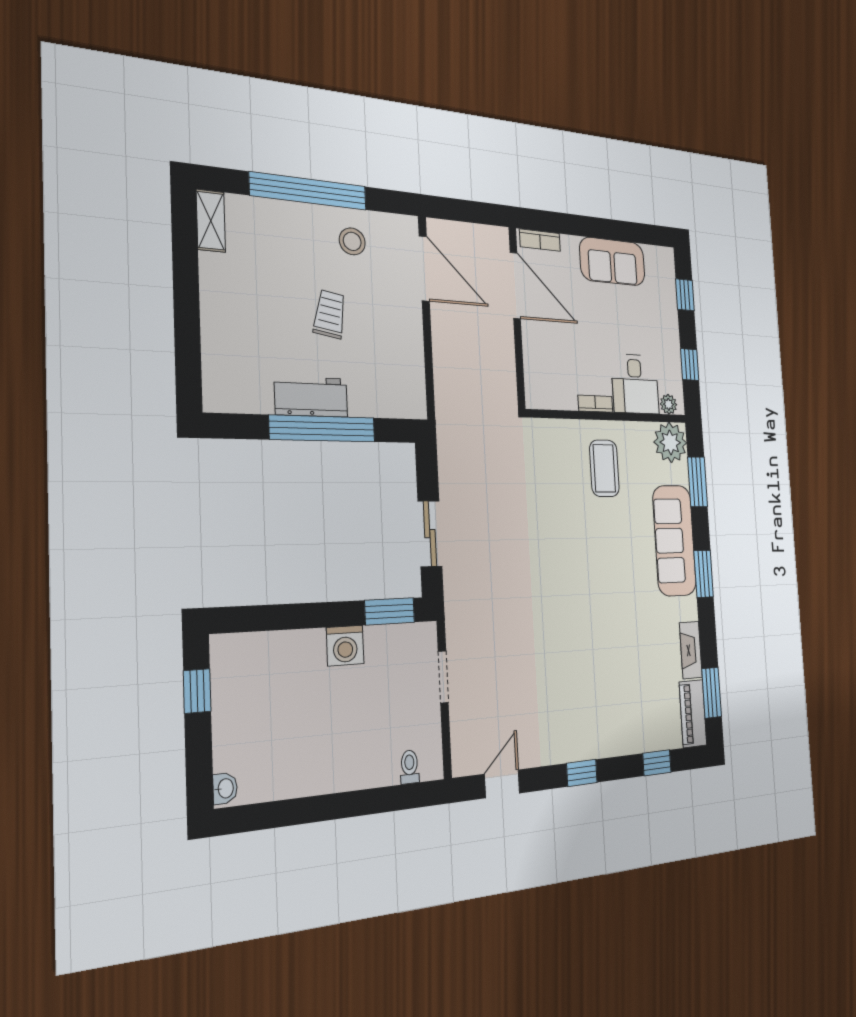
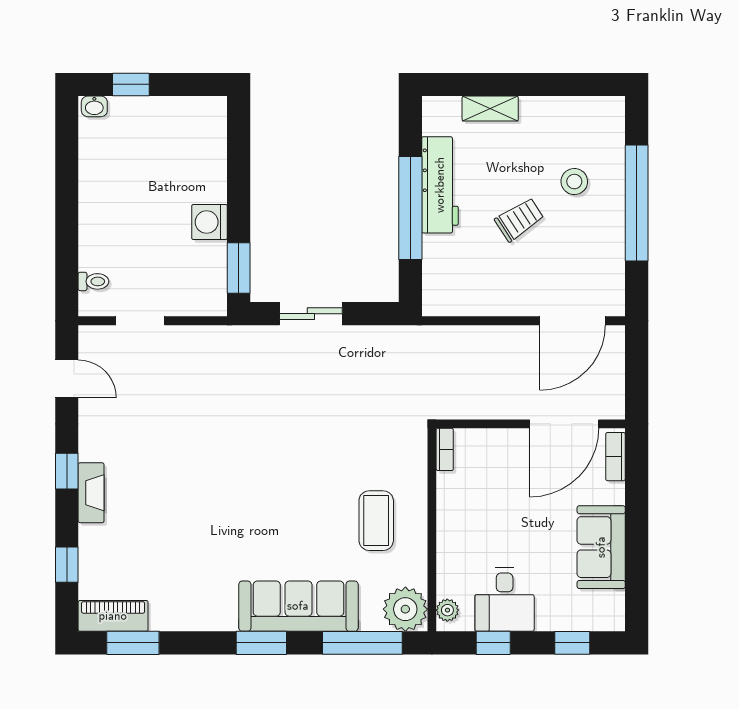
shelving: (211, 221) -> (490, 109), moved
stool: (352, 241) -> (574, 182), moved
trolley: (330, 314) -> (519, 219), turned -43
desk: (635, 384) -> (505, 600), moved, turned -90
workbench: (311, 397) -> (440, 185), width x1.38
bookcase: (595, 404) -> (445, 449), moved
coffee table: (604, 468) -> (376, 521), turned 90
window: (697, 482) -> (362, 643), width x1.44
fireplace: (691, 650) -> (91, 493), moved, turned 90
doorway: (443, 677) -> (140, 321), moved
window: (197, 691) -> (131, 84), moved

